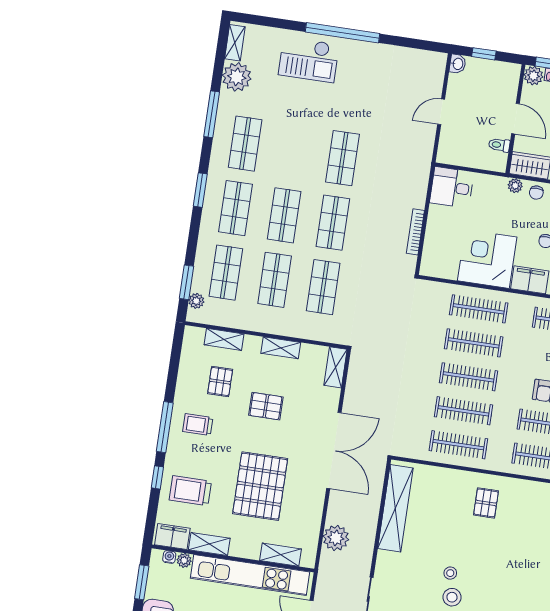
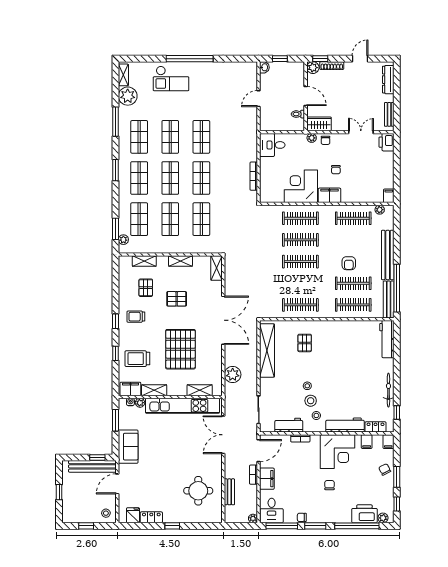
shop shelf: (294, 151) -> (170, 137), added
clothes rail: (463, 411) -> (300, 283), removed
window: (165, 427) -> (116, 321), width x0.46
pallet: (486, 503) -> (305, 343), moved

